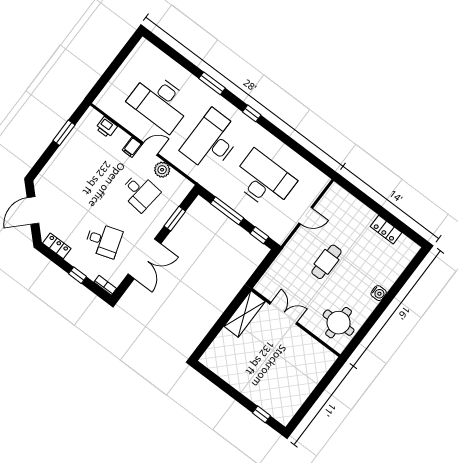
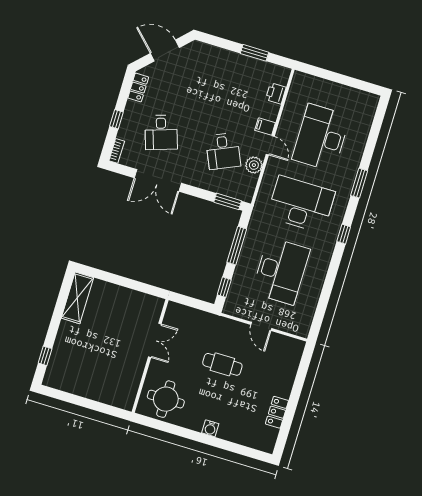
desk: (140, 192) -> (223, 151), turned -30
window: (175, 219) -> (228, 201), moved
shelving: (245, 314) -> (77, 298), moved, turned 90

